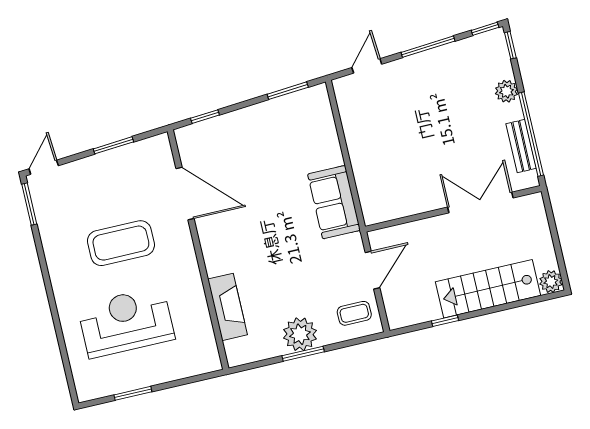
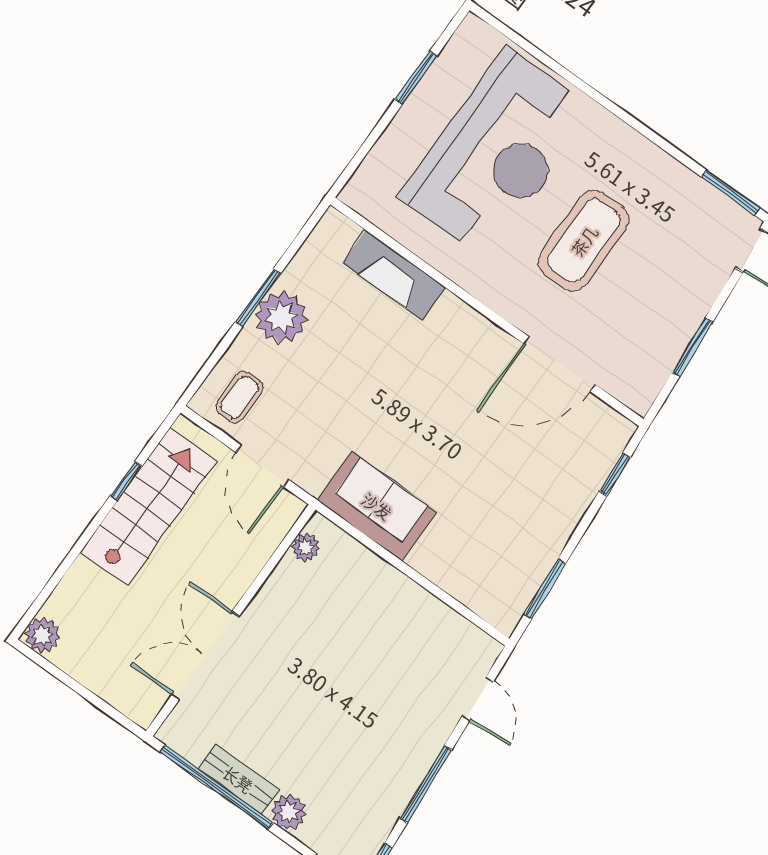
bench: (521, 146) -> (238, 779), moved
double door: (480, 202) -> (205, 656), swing flipped
plant: (386, 212) -> (306, 547), added
stairs: (488, 289) -> (149, 507), moved
reception desk: (126, 322) -> (497, 154), width x1.36, depth x1.30

